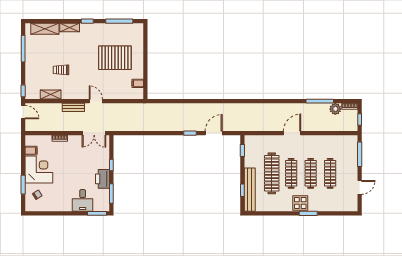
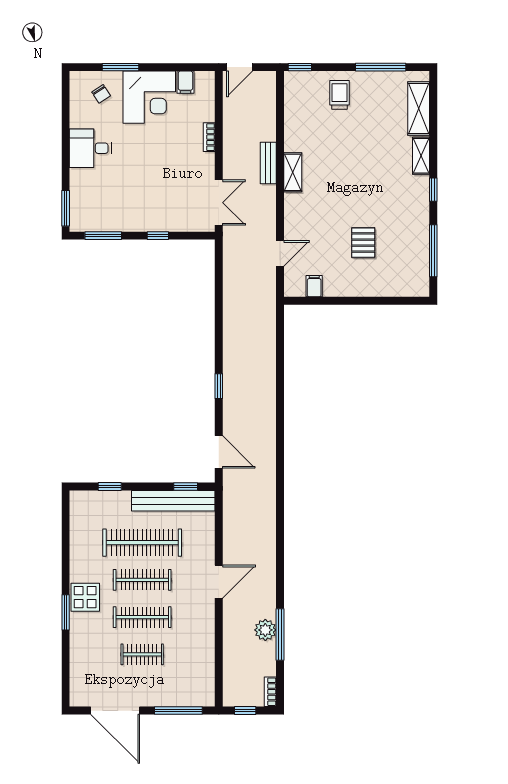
pallet: (115, 58) -> (363, 243), width x0.49, depth x0.50
trolley: (61, 70) -> (340, 95), moved
shelving: (51, 95) -> (293, 172), moved
door: (96, 101) -> (280, 253), moved
plant: (335, 109) -> (265, 630), moved
door: (23, 112) -> (240, 67), moved
double door: (94, 133) -> (219, 203), swing flipped
door: (214, 133) -> (219, 452), moved
door: (292, 133) -> (219, 582), hinge flipped
clothes rail: (330, 173) -> (142, 654), width x0.73
printer: (102, 179) -> (131, 219), removed
door: (360, 187) -> (115, 711), width x1.87
bench: (250, 190) -> (173, 501), moved
desk: (83, 200) -> (90, 148), moved

